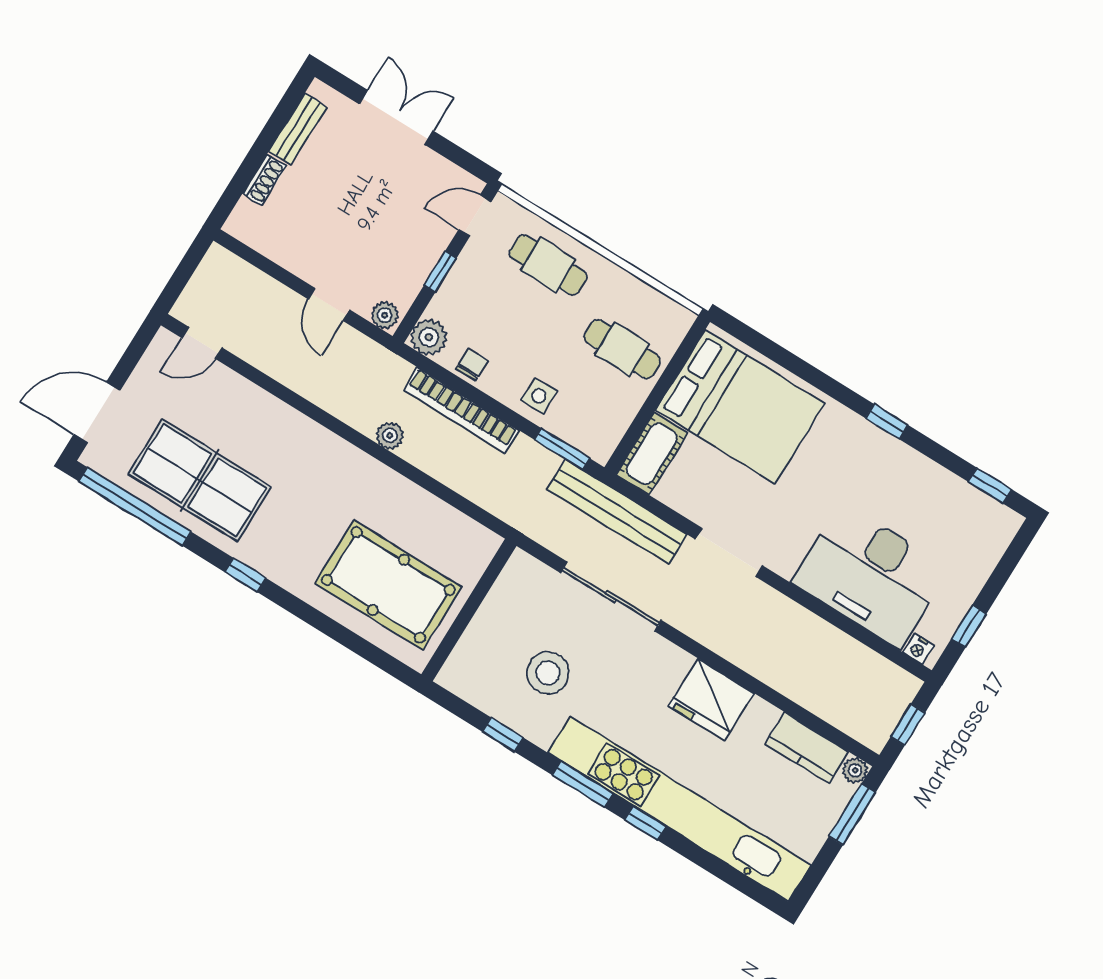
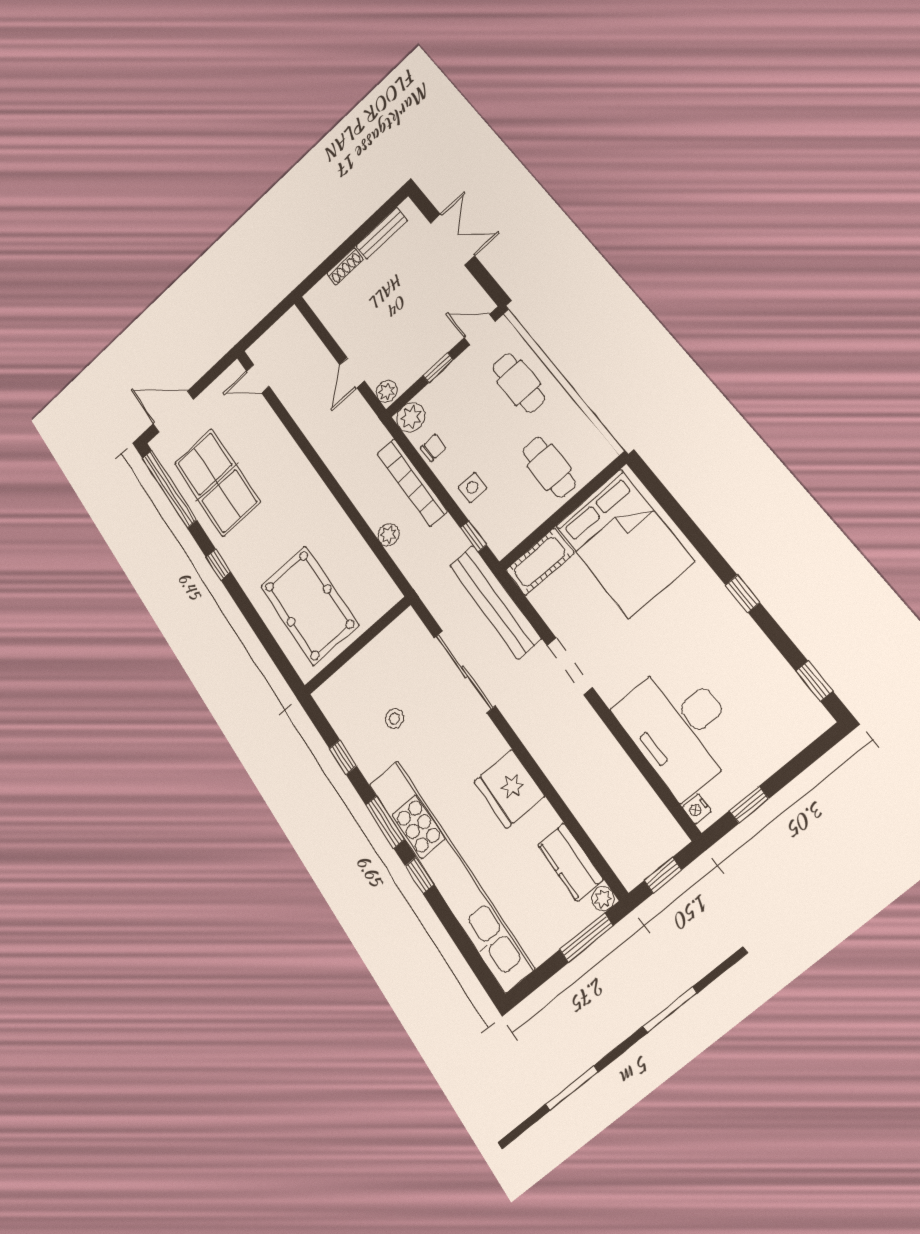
plant: (390, 436) -> (388, 535), moved
window: (562, 449) -> (473, 536), width x0.67
stool: (548, 673) -> (394, 718), width x0.53, depth x0.53

